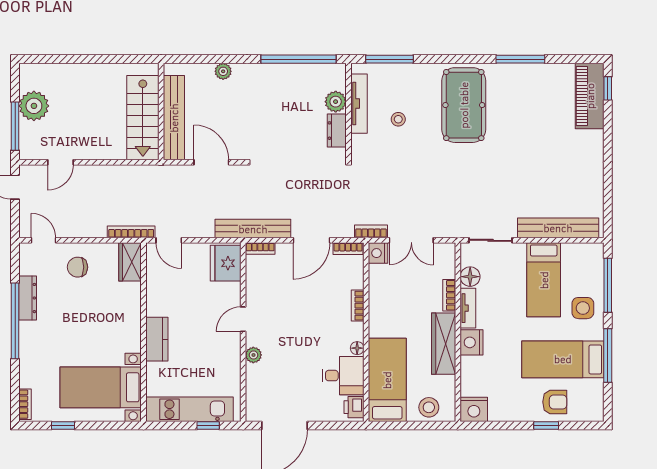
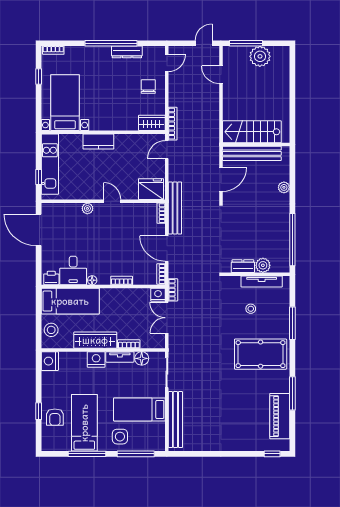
window: (389, 59) -> (292, 323), moved
piano: (590, 96) -> (280, 416), moved, turned -90

